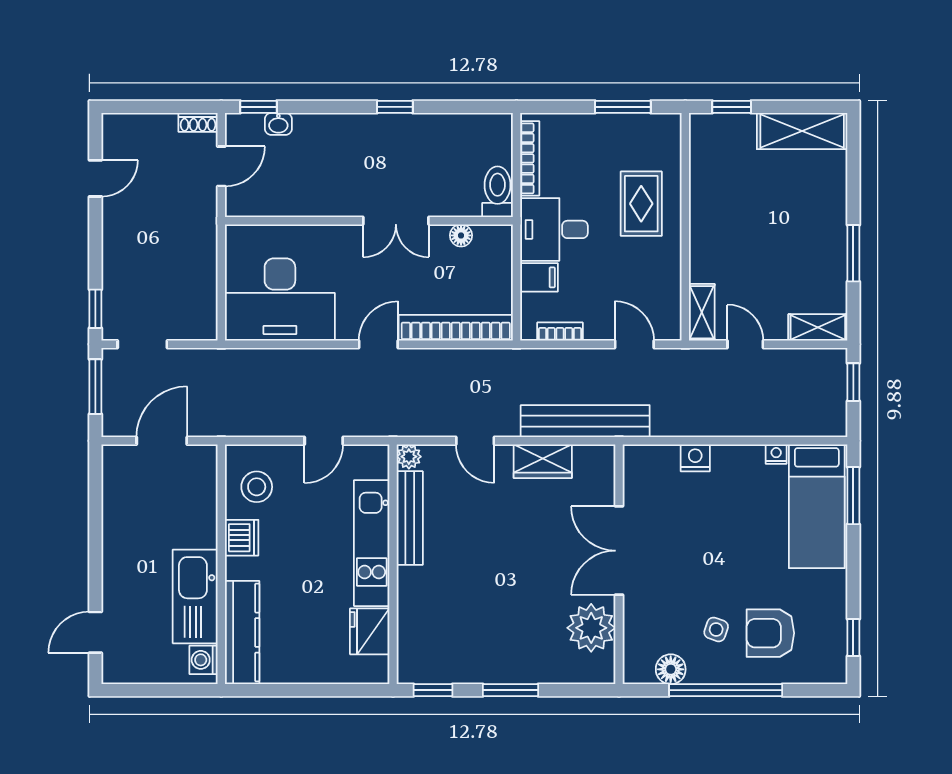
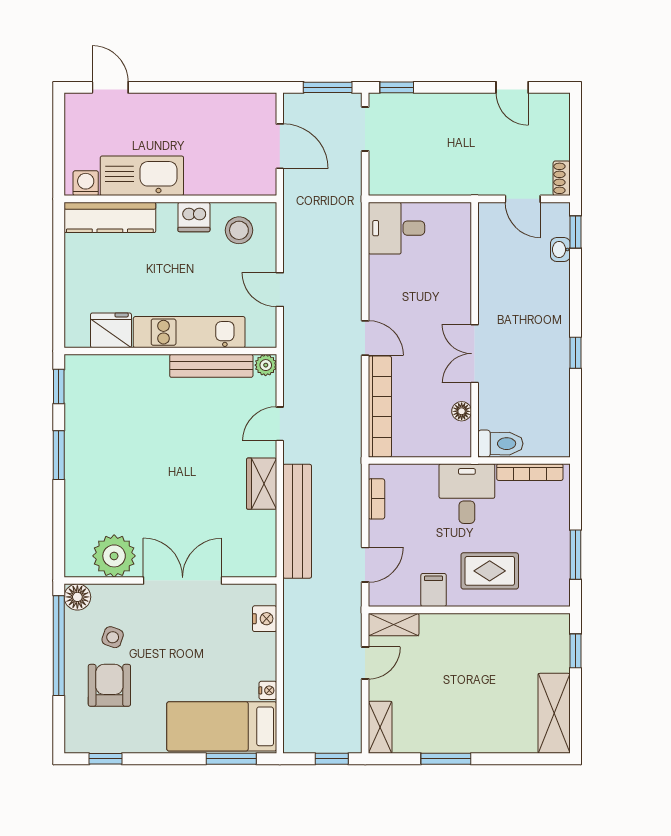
filing cabinet: (539, 277) -> (434, 590), moved, turned 180
desk: (280, 300) -> (396, 228), width x0.53, depth x0.77
double door: (619, 551) -> (183, 581), moved
wall: (619, 564) -> (170, 581), moved
plant: (591, 628) -> (114, 556), moved

